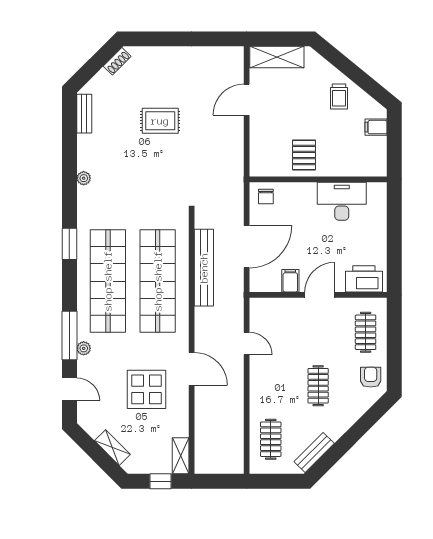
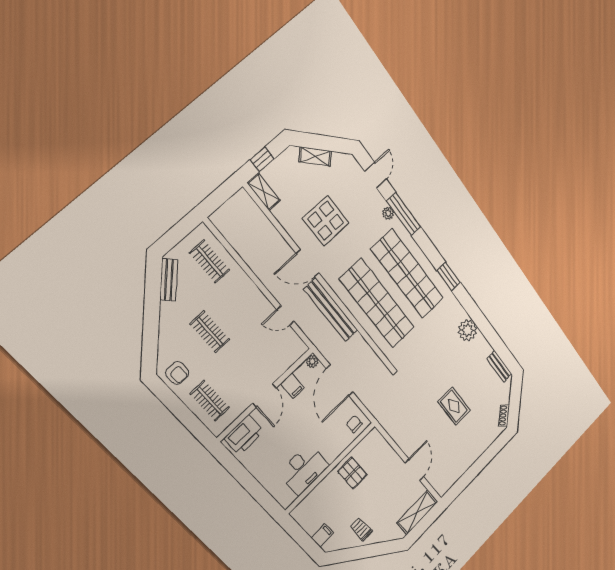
rug: (160, 121) -> (454, 406), turned 90
plant: (84, 178) -> (468, 330), width x1.88, depth x1.88
bench: (204, 268) -> (331, 310), moved
plant: (256, 285) -> (312, 361), added
door: (69, 389) -> (376, 175), swing flipped

